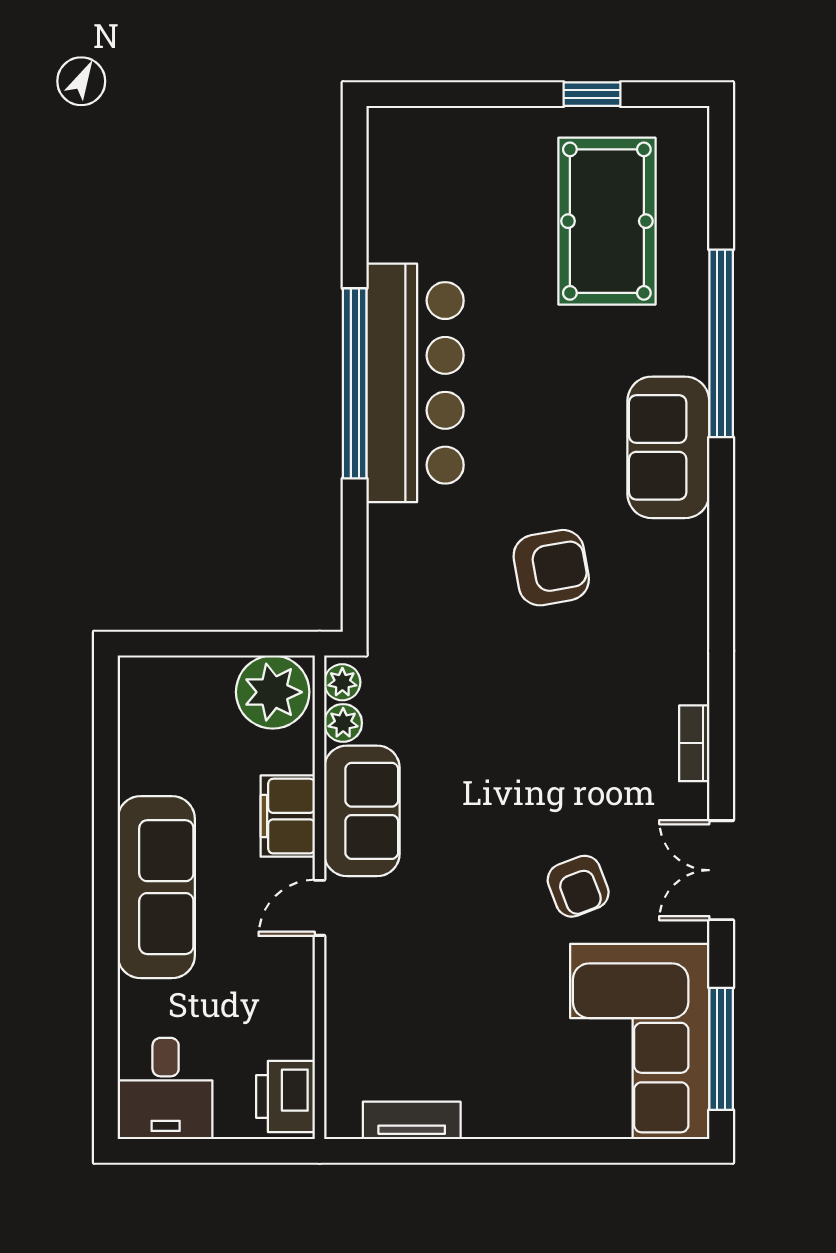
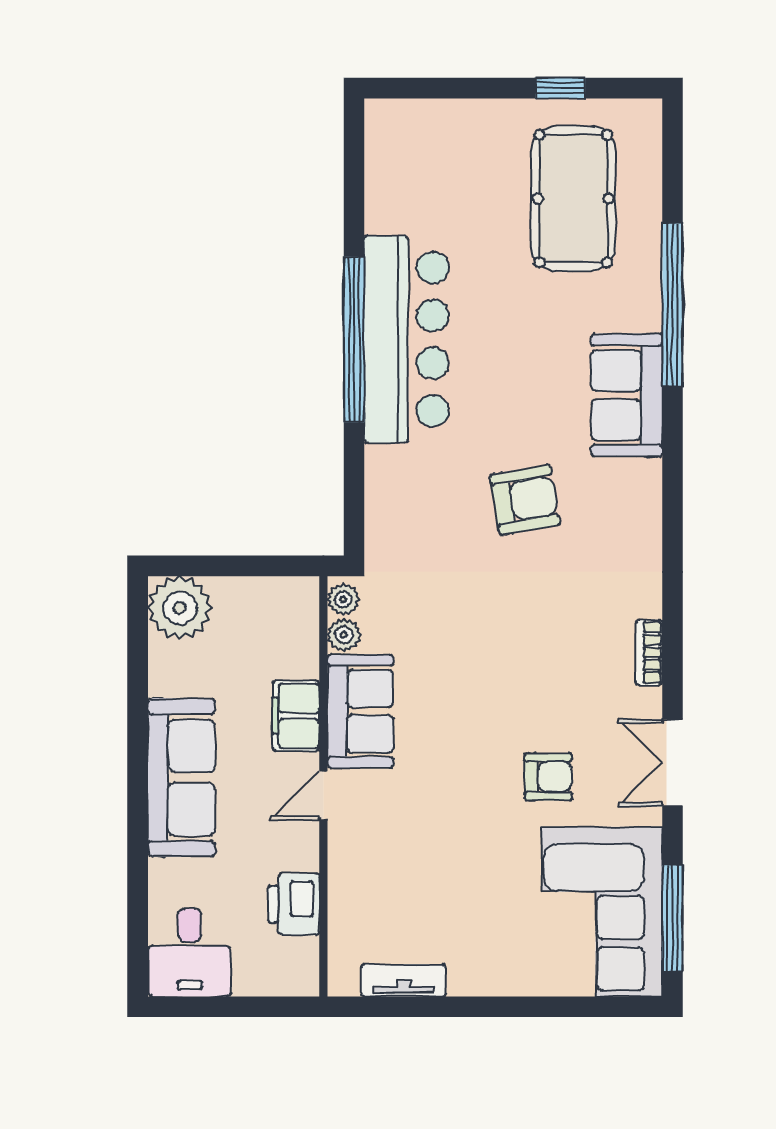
plant: (273, 692) -> (180, 608), moved
armchair: (578, 886) -> (548, 777), turned -69
printer: (285, 1097) -> (294, 904), moved

